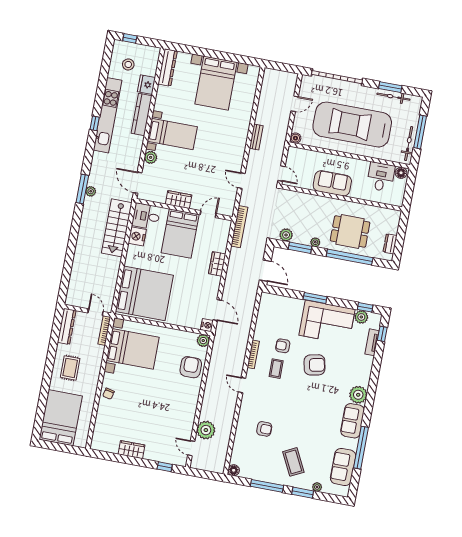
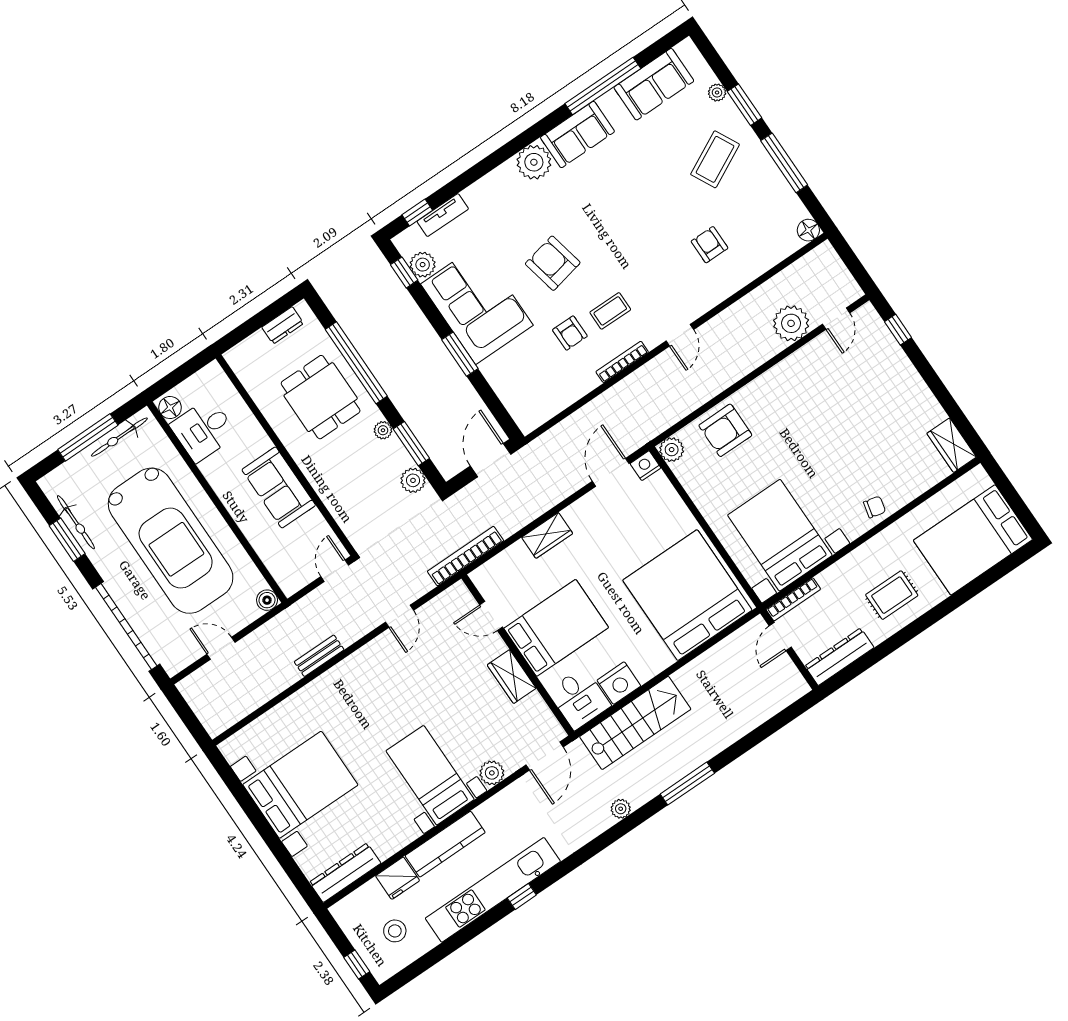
window: (82, 189) -> (687, 784), moved
wardrobe: (131, 450) -> (952, 445), moved

